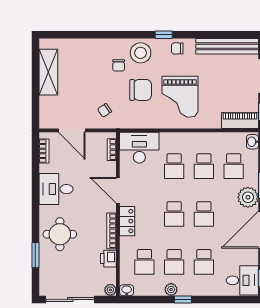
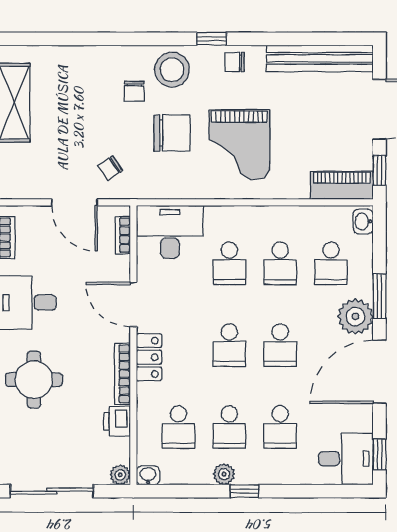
door: (72, 130) -> (74, 202), moved

